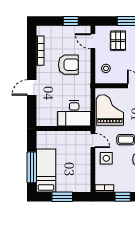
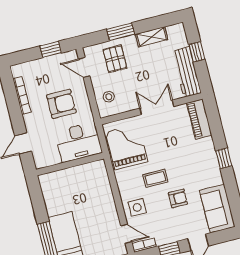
desk: (74, 113) -> (79, 142), moved
wall: (63, 129) -> (70, 164), moved
door: (93, 140) -> (126, 234), moved

